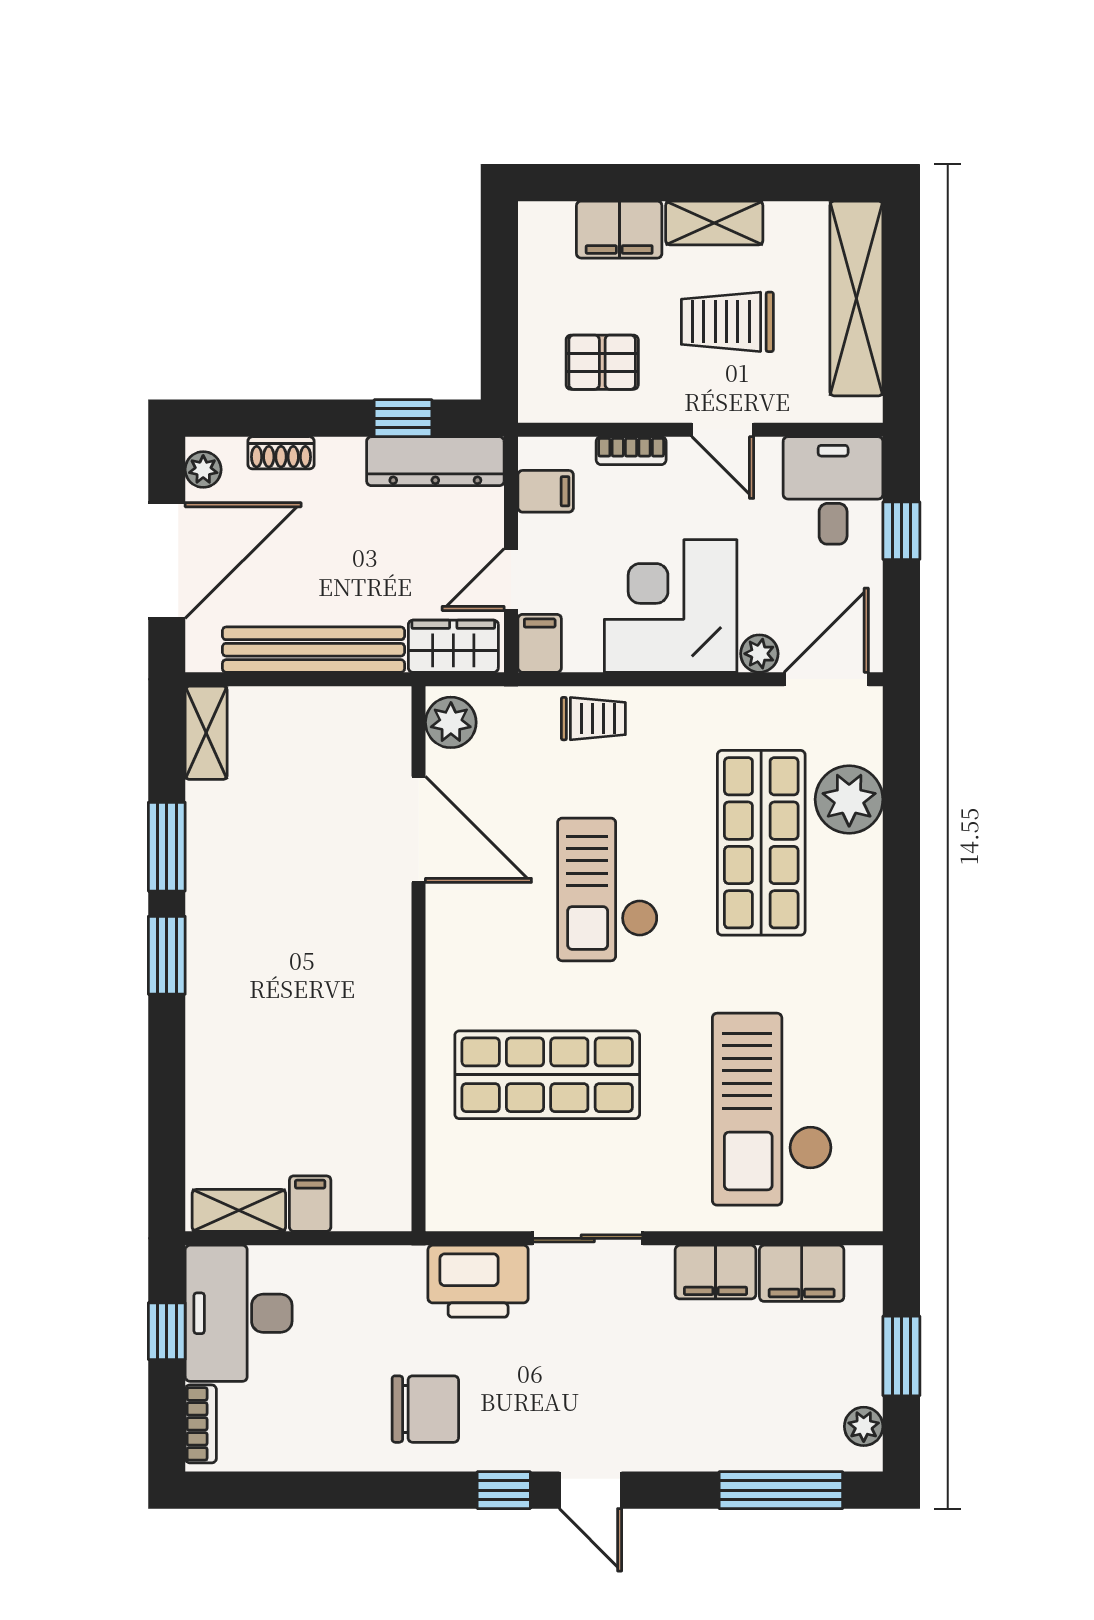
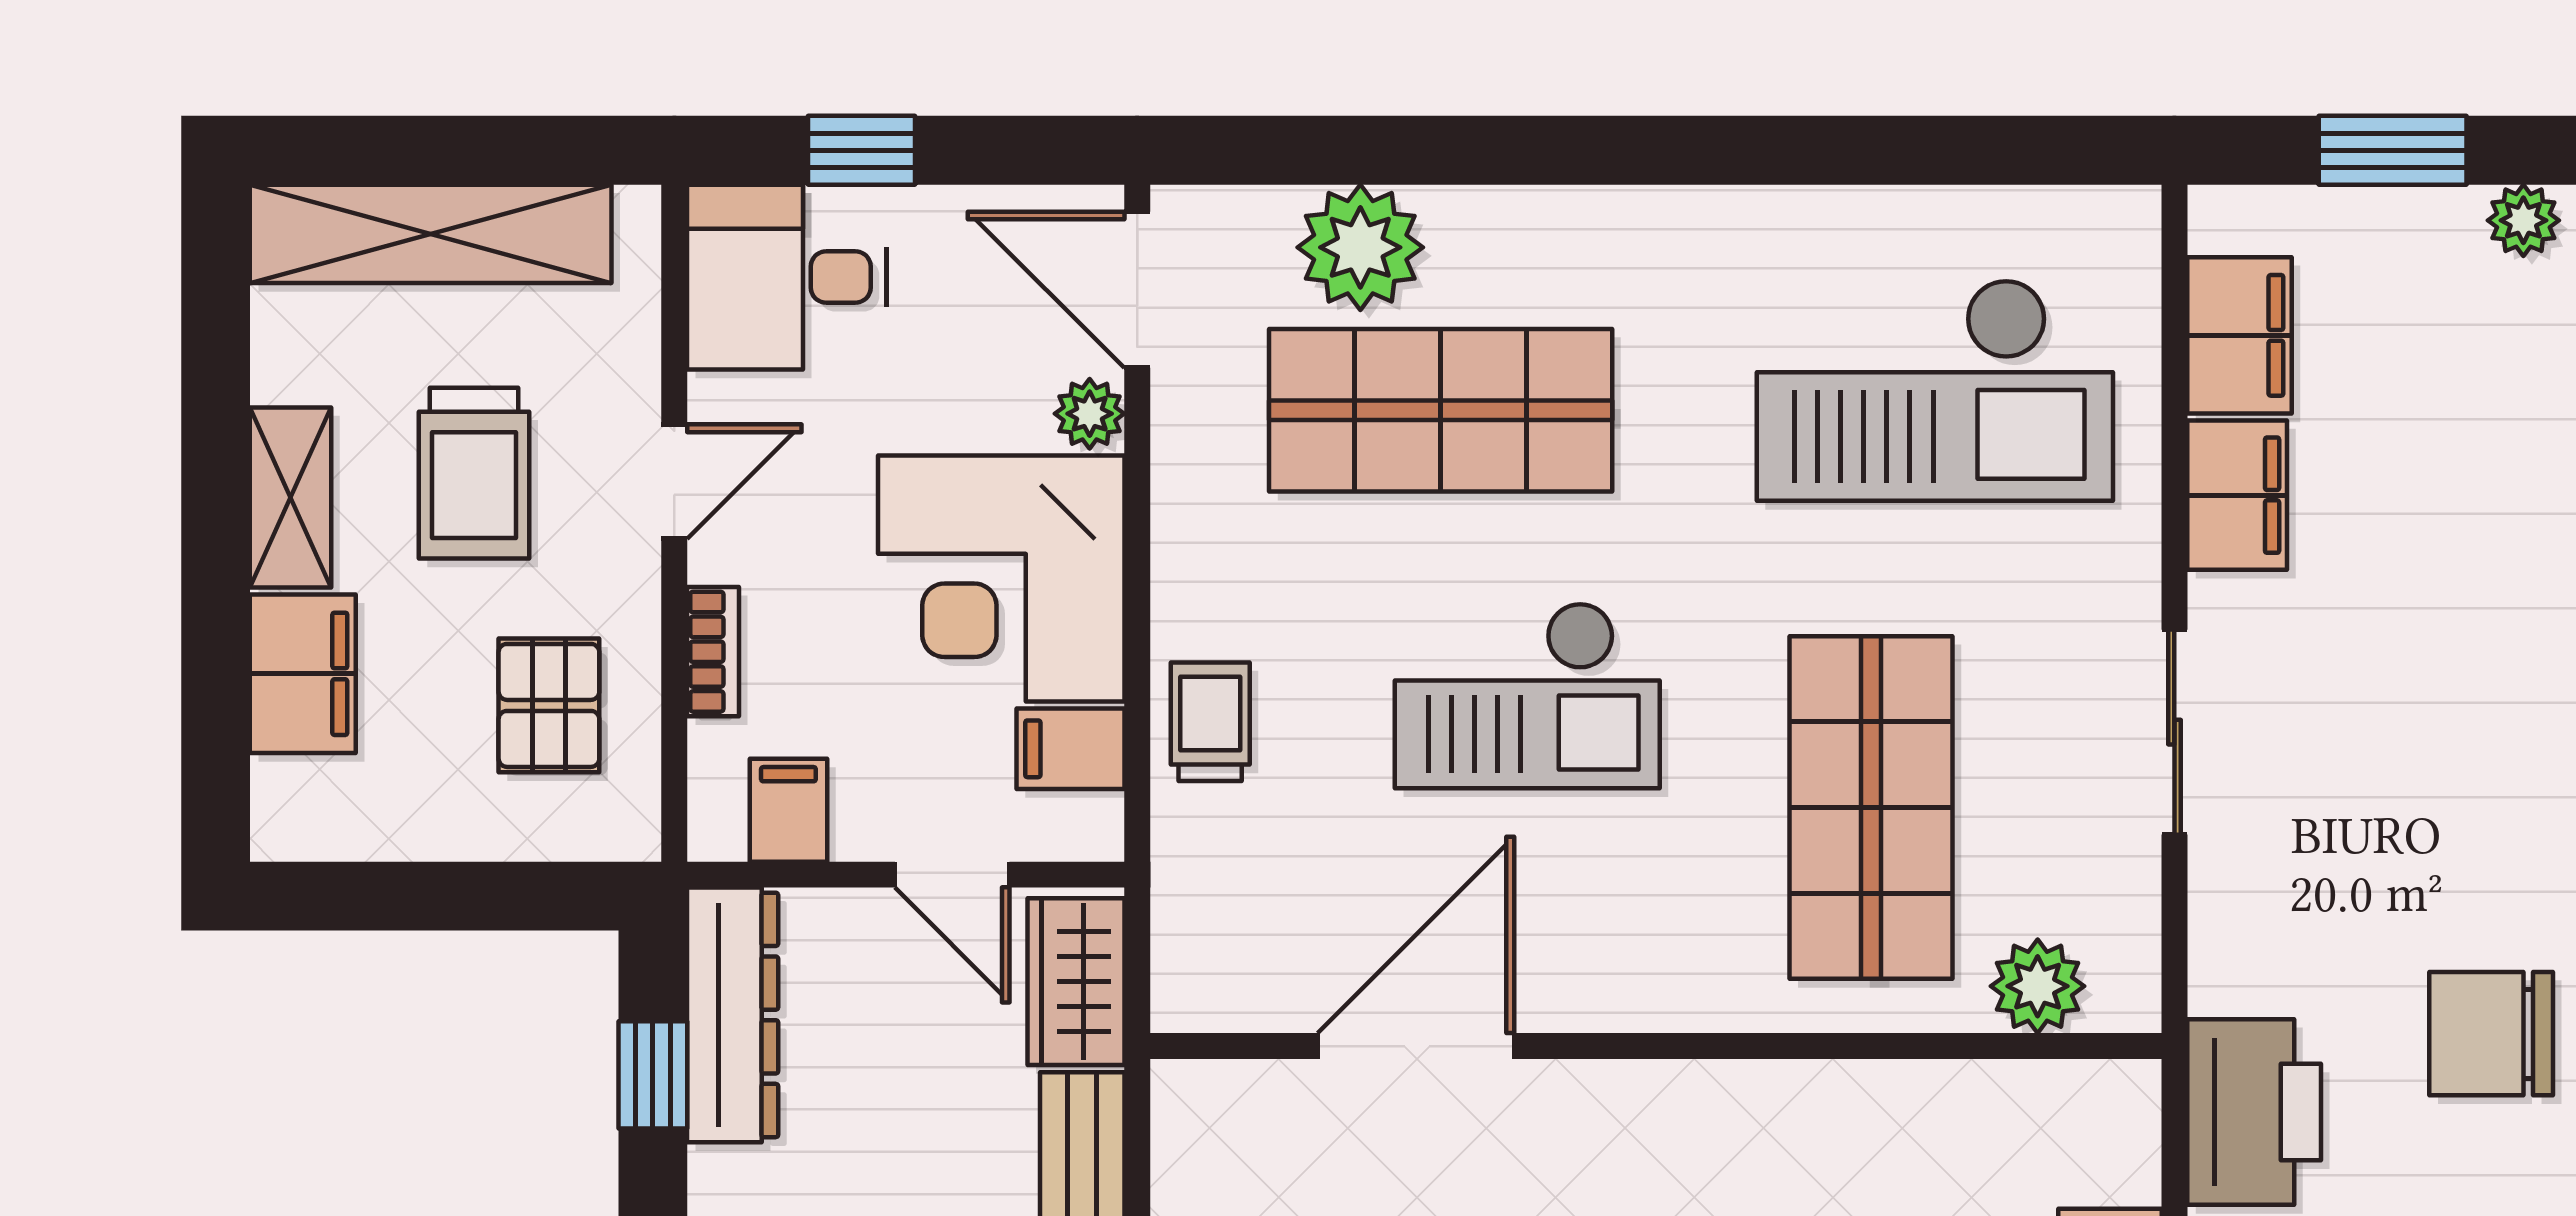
filing cabinet: (540, 643) -> (1071, 749), moved
plant: (451, 722) -> (2038, 986), moved
printer: (478, 1281) -> (2254, 1112), moved
chair: (425, 1409) -> (2491, 1034), turned -90

